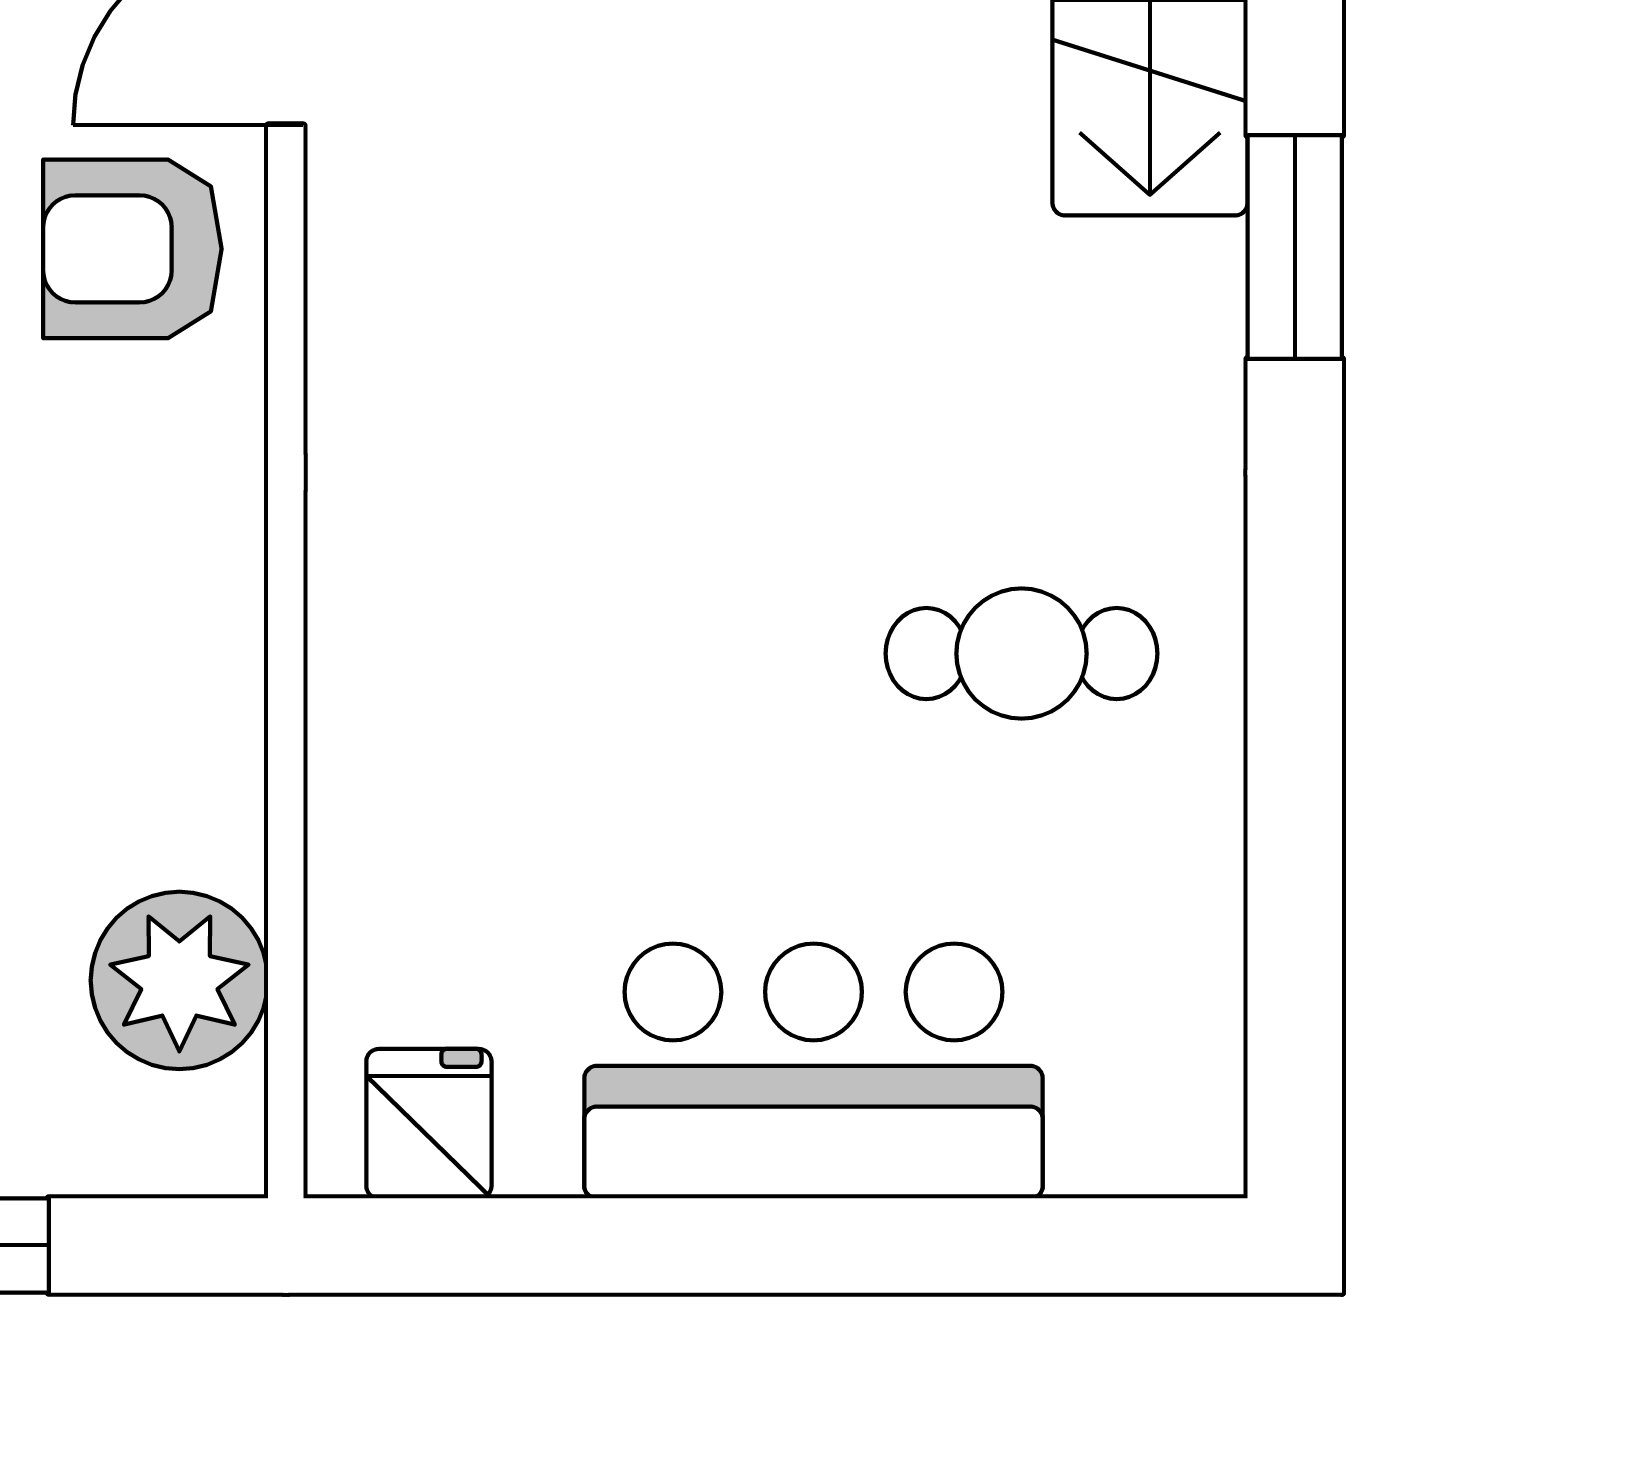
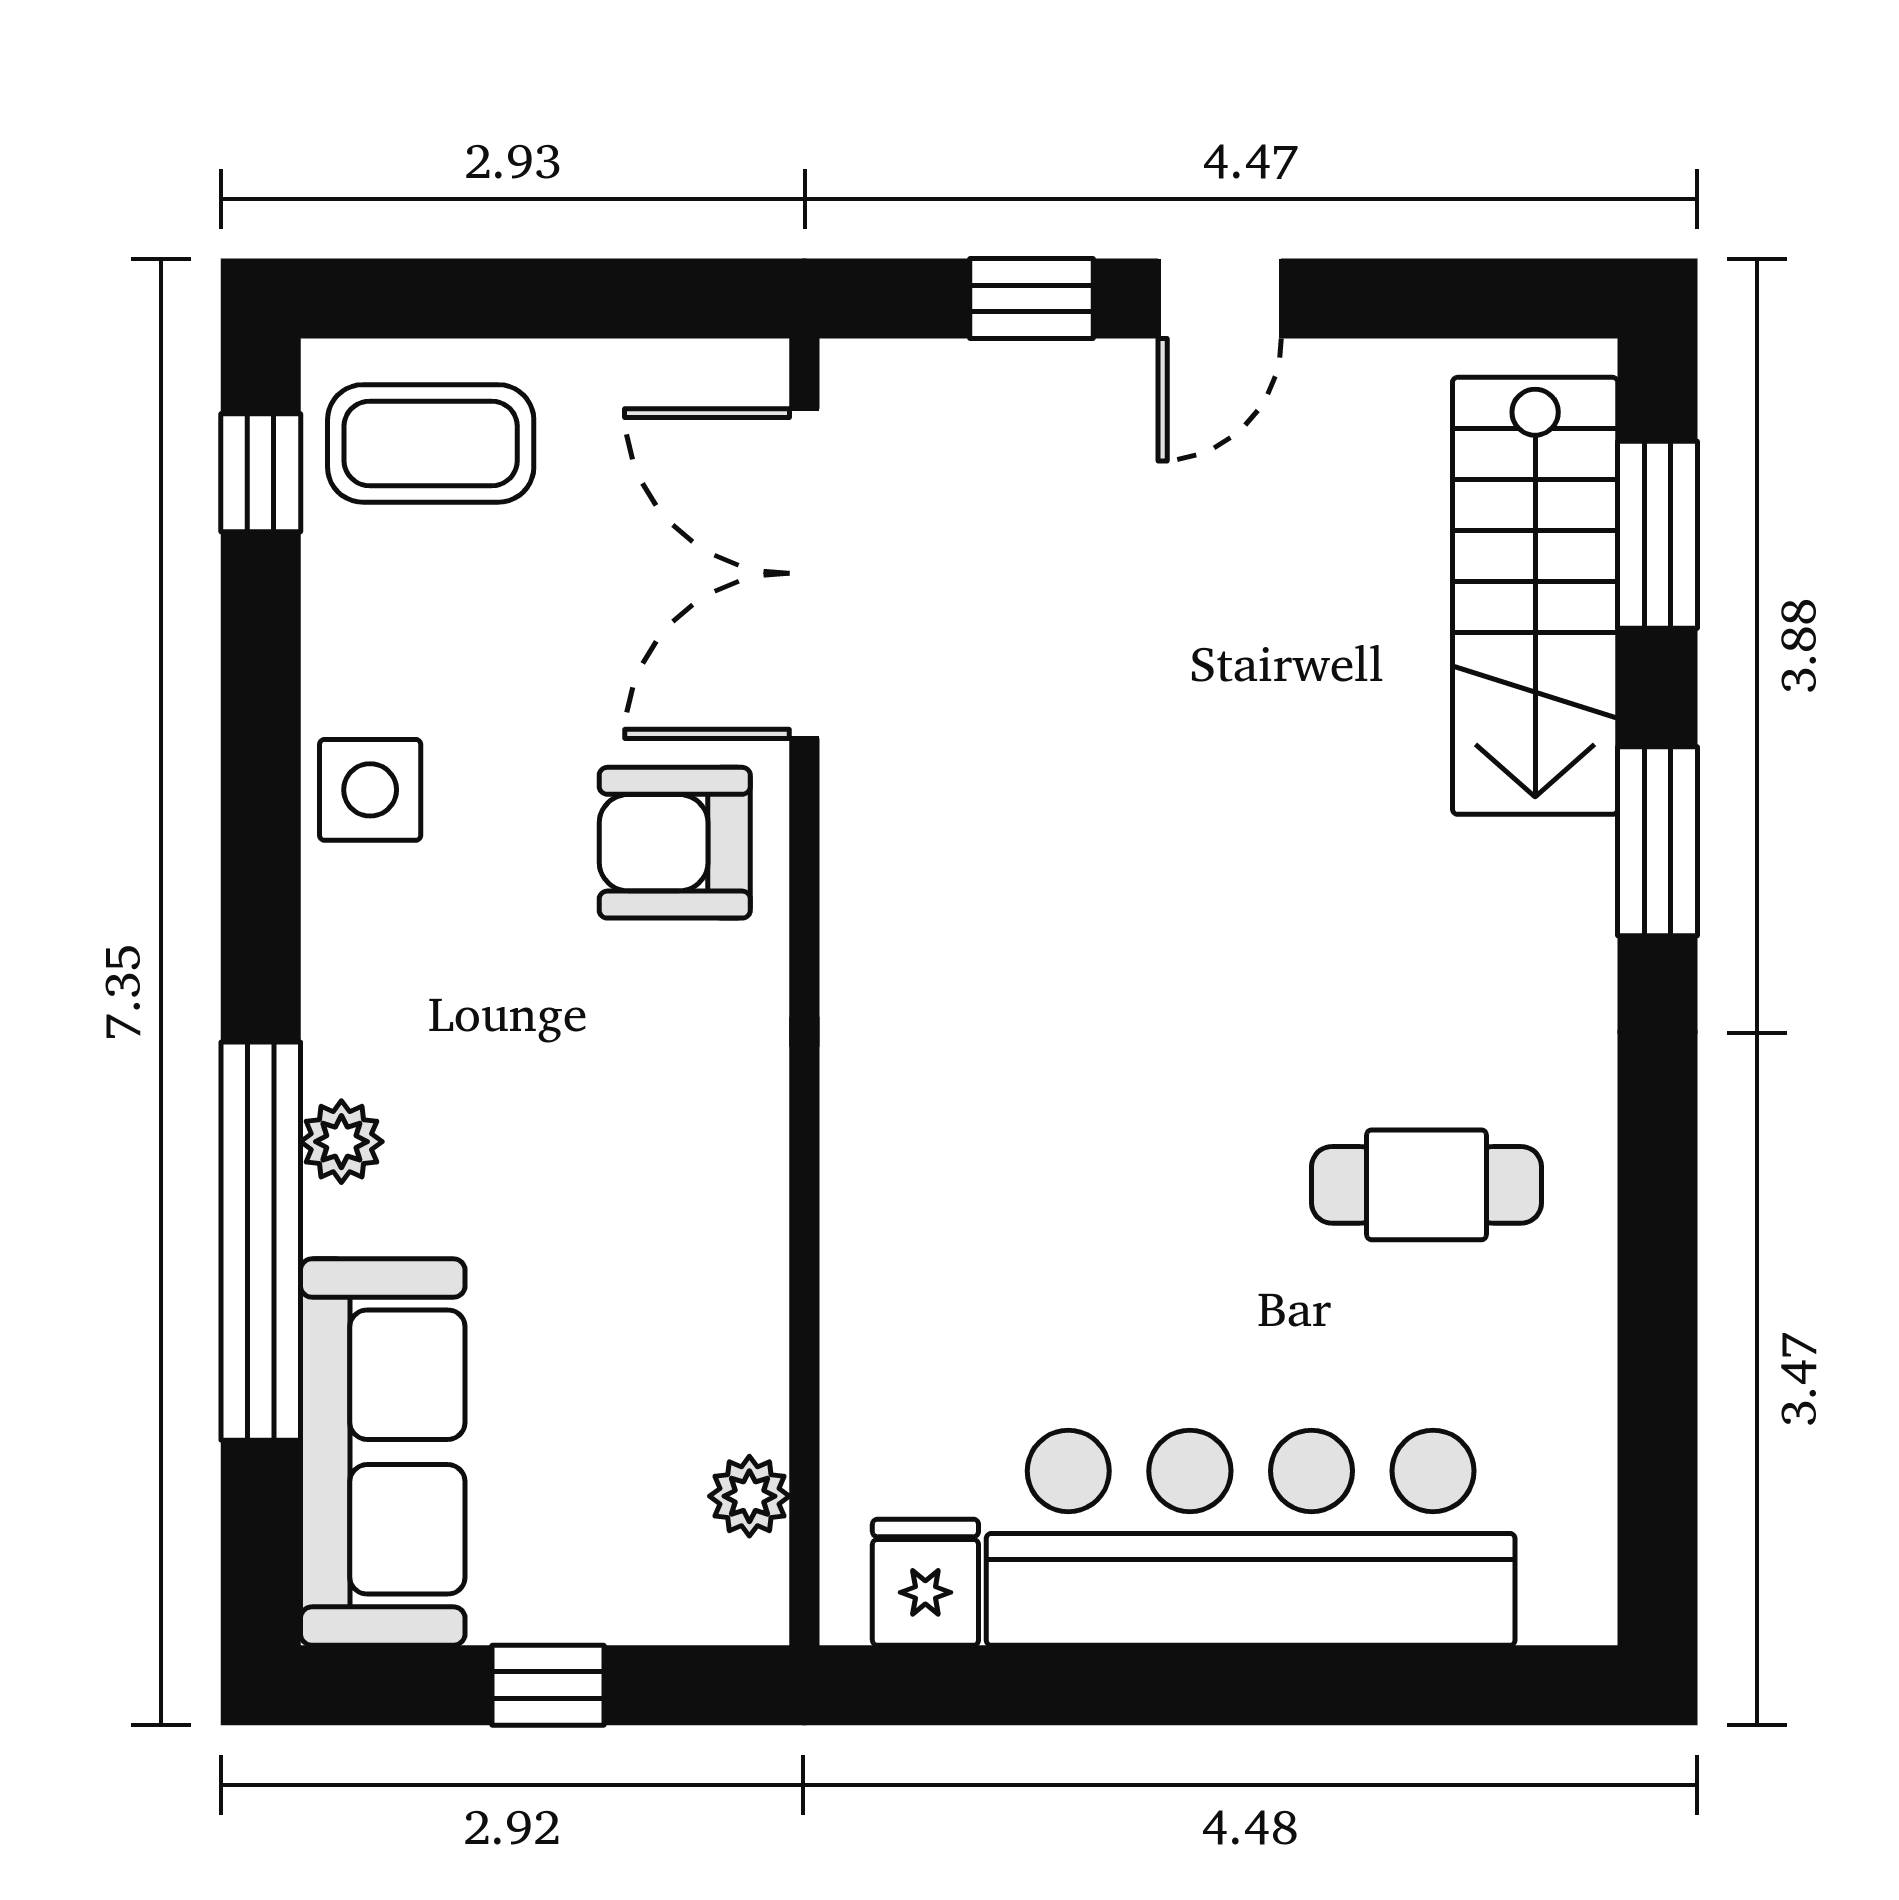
plant: (179, 980) -> (749, 1496), width x0.53, depth x0.53
bar counter: (814, 1071) -> (1251, 1538), width x1.36

